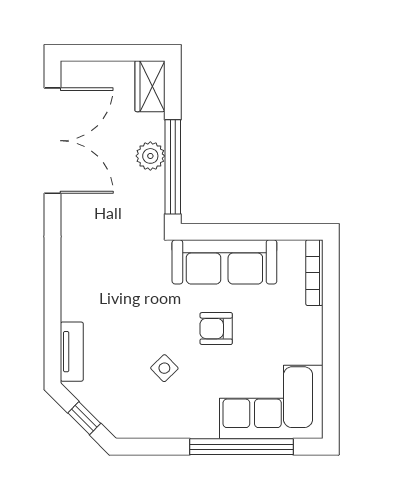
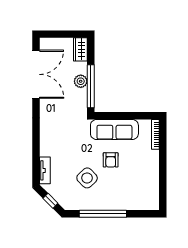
armchair: (216, 329) -> (111, 160), turned -90
side table: (164, 368) -> (87, 178), width x1.87, depth x1.87
corner sofa: (271, 402) -> (136, 193), removed
window: (242, 447) -> (103, 214), moved

